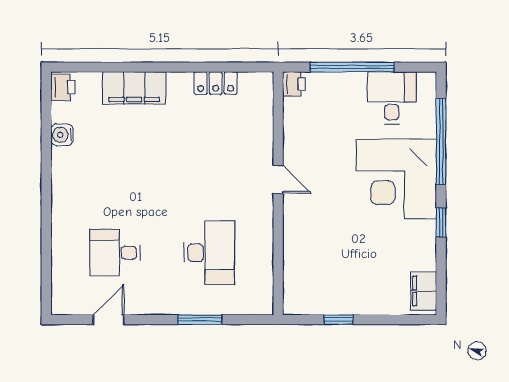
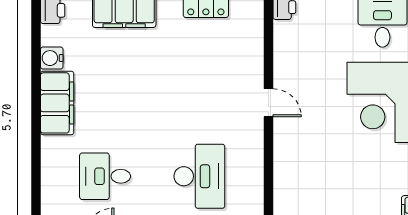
filing cabinet: (67, 180) -> (57, 103), added

